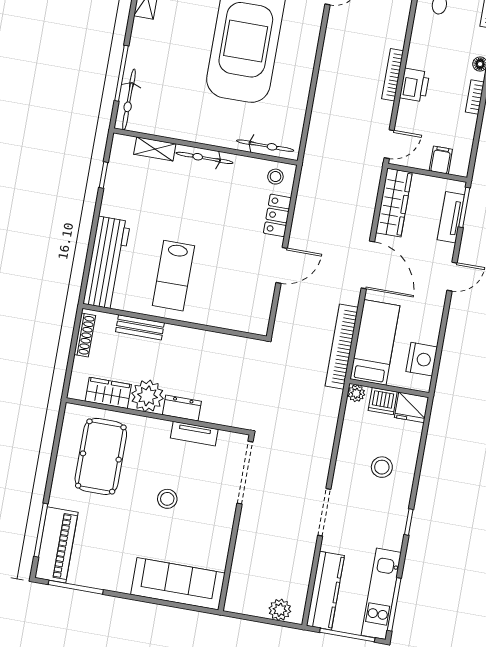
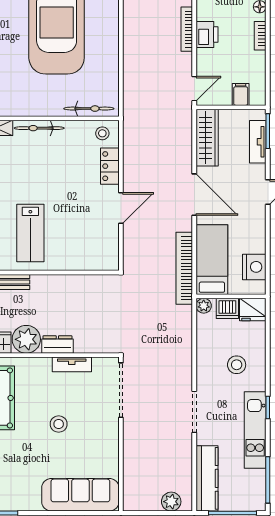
kitchen unit: (381, 594) -> (255, 430), moved

